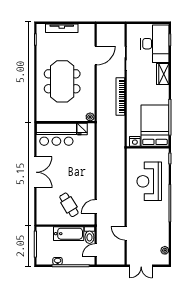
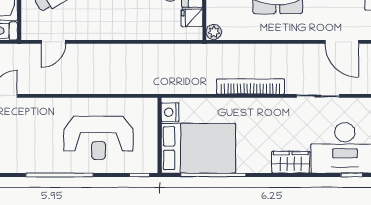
door: (96, 56) -> (342, 42), moved
reception desk: (149, 181) -> (98, 138), turned 180
door: (96, 206) -> (53, 42), swing flipped

